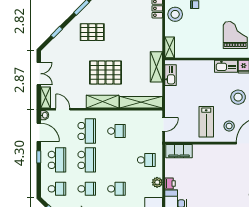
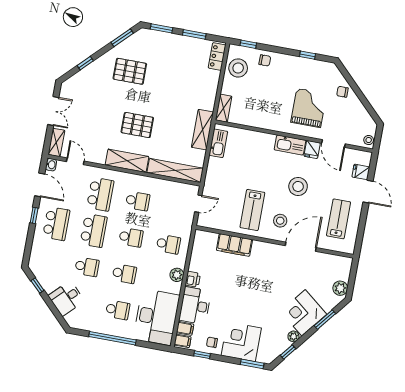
pallet: (106, 72) -> (137, 125), width x0.73, depth x0.71
filing cabinet: (179, 151) -> (234, 245), moved
school desk: (57, 189) -> (131, 237), moved

